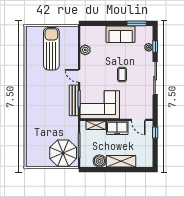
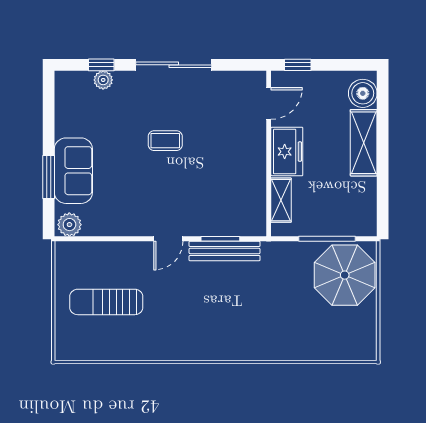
window: (137, 23) -> (49, 177), moved
sofa: (121, 34) -> (73, 171), moved
sun lounger: (51, 49) -> (106, 302), width x0.73, depth x0.75
plant: (85, 50) -> (69, 225), moved
corner sofa: (100, 105) -> (234, 192), removed
boiler: (99, 161) -> (363, 93), moved

